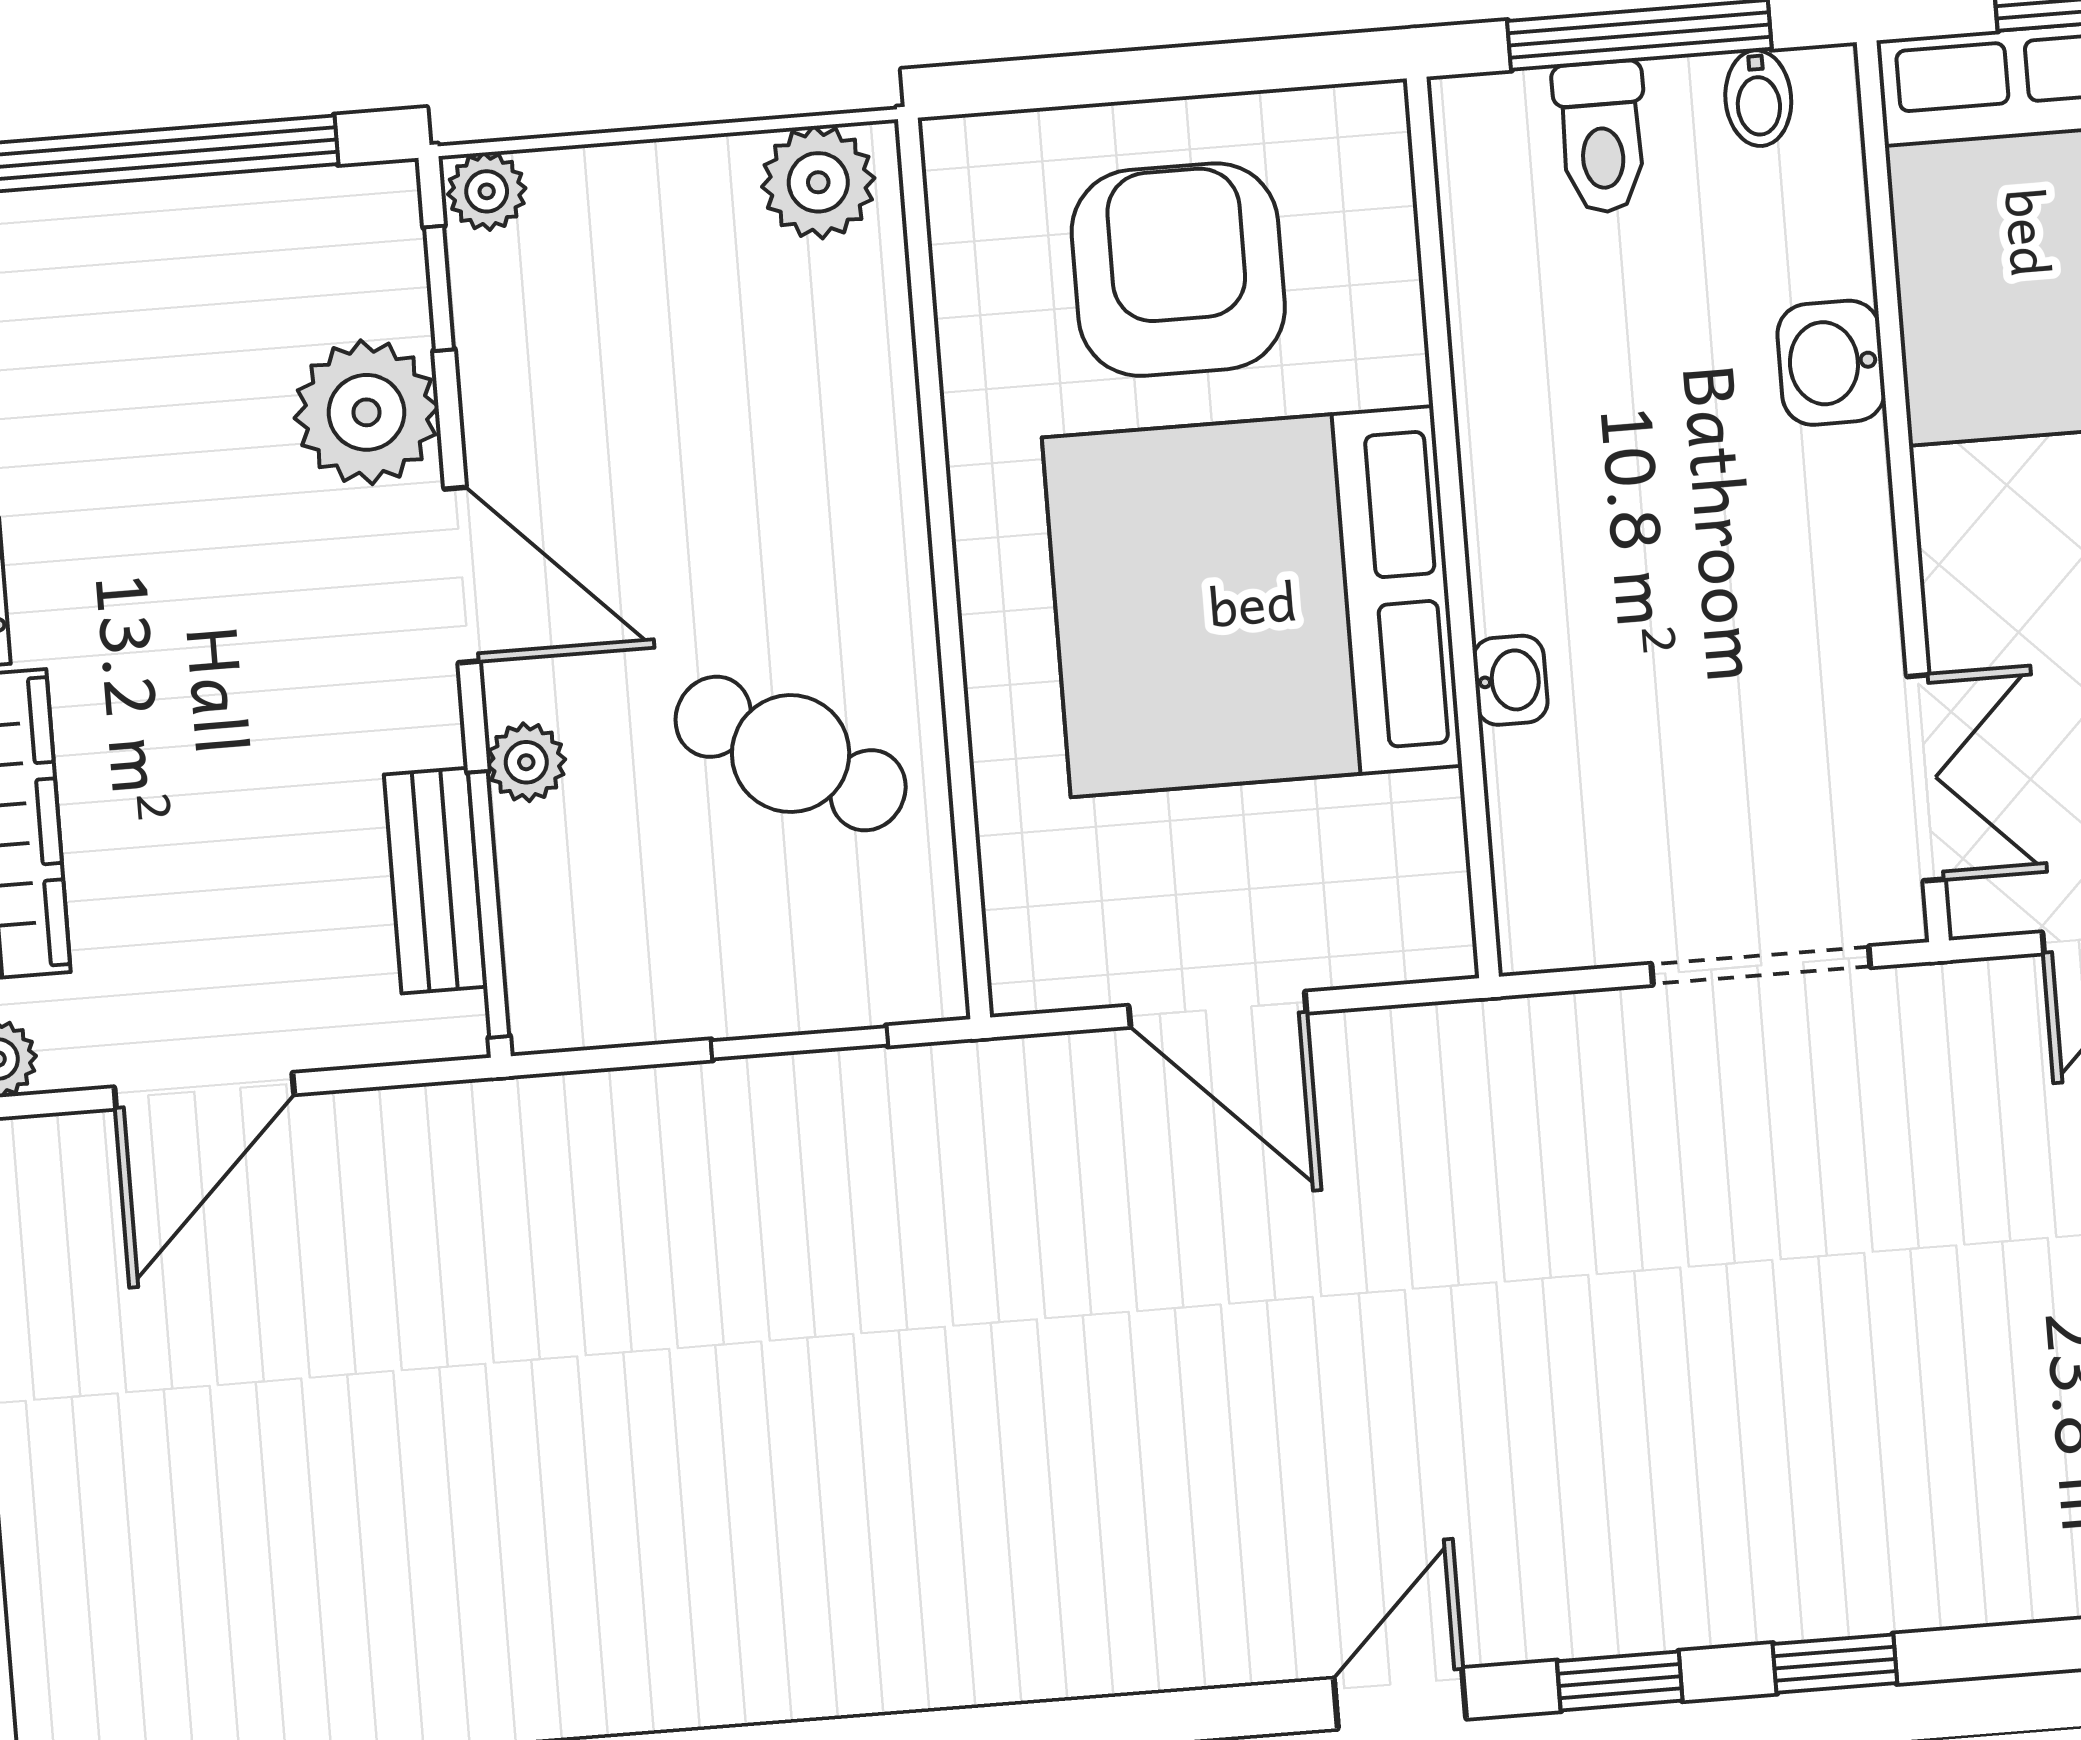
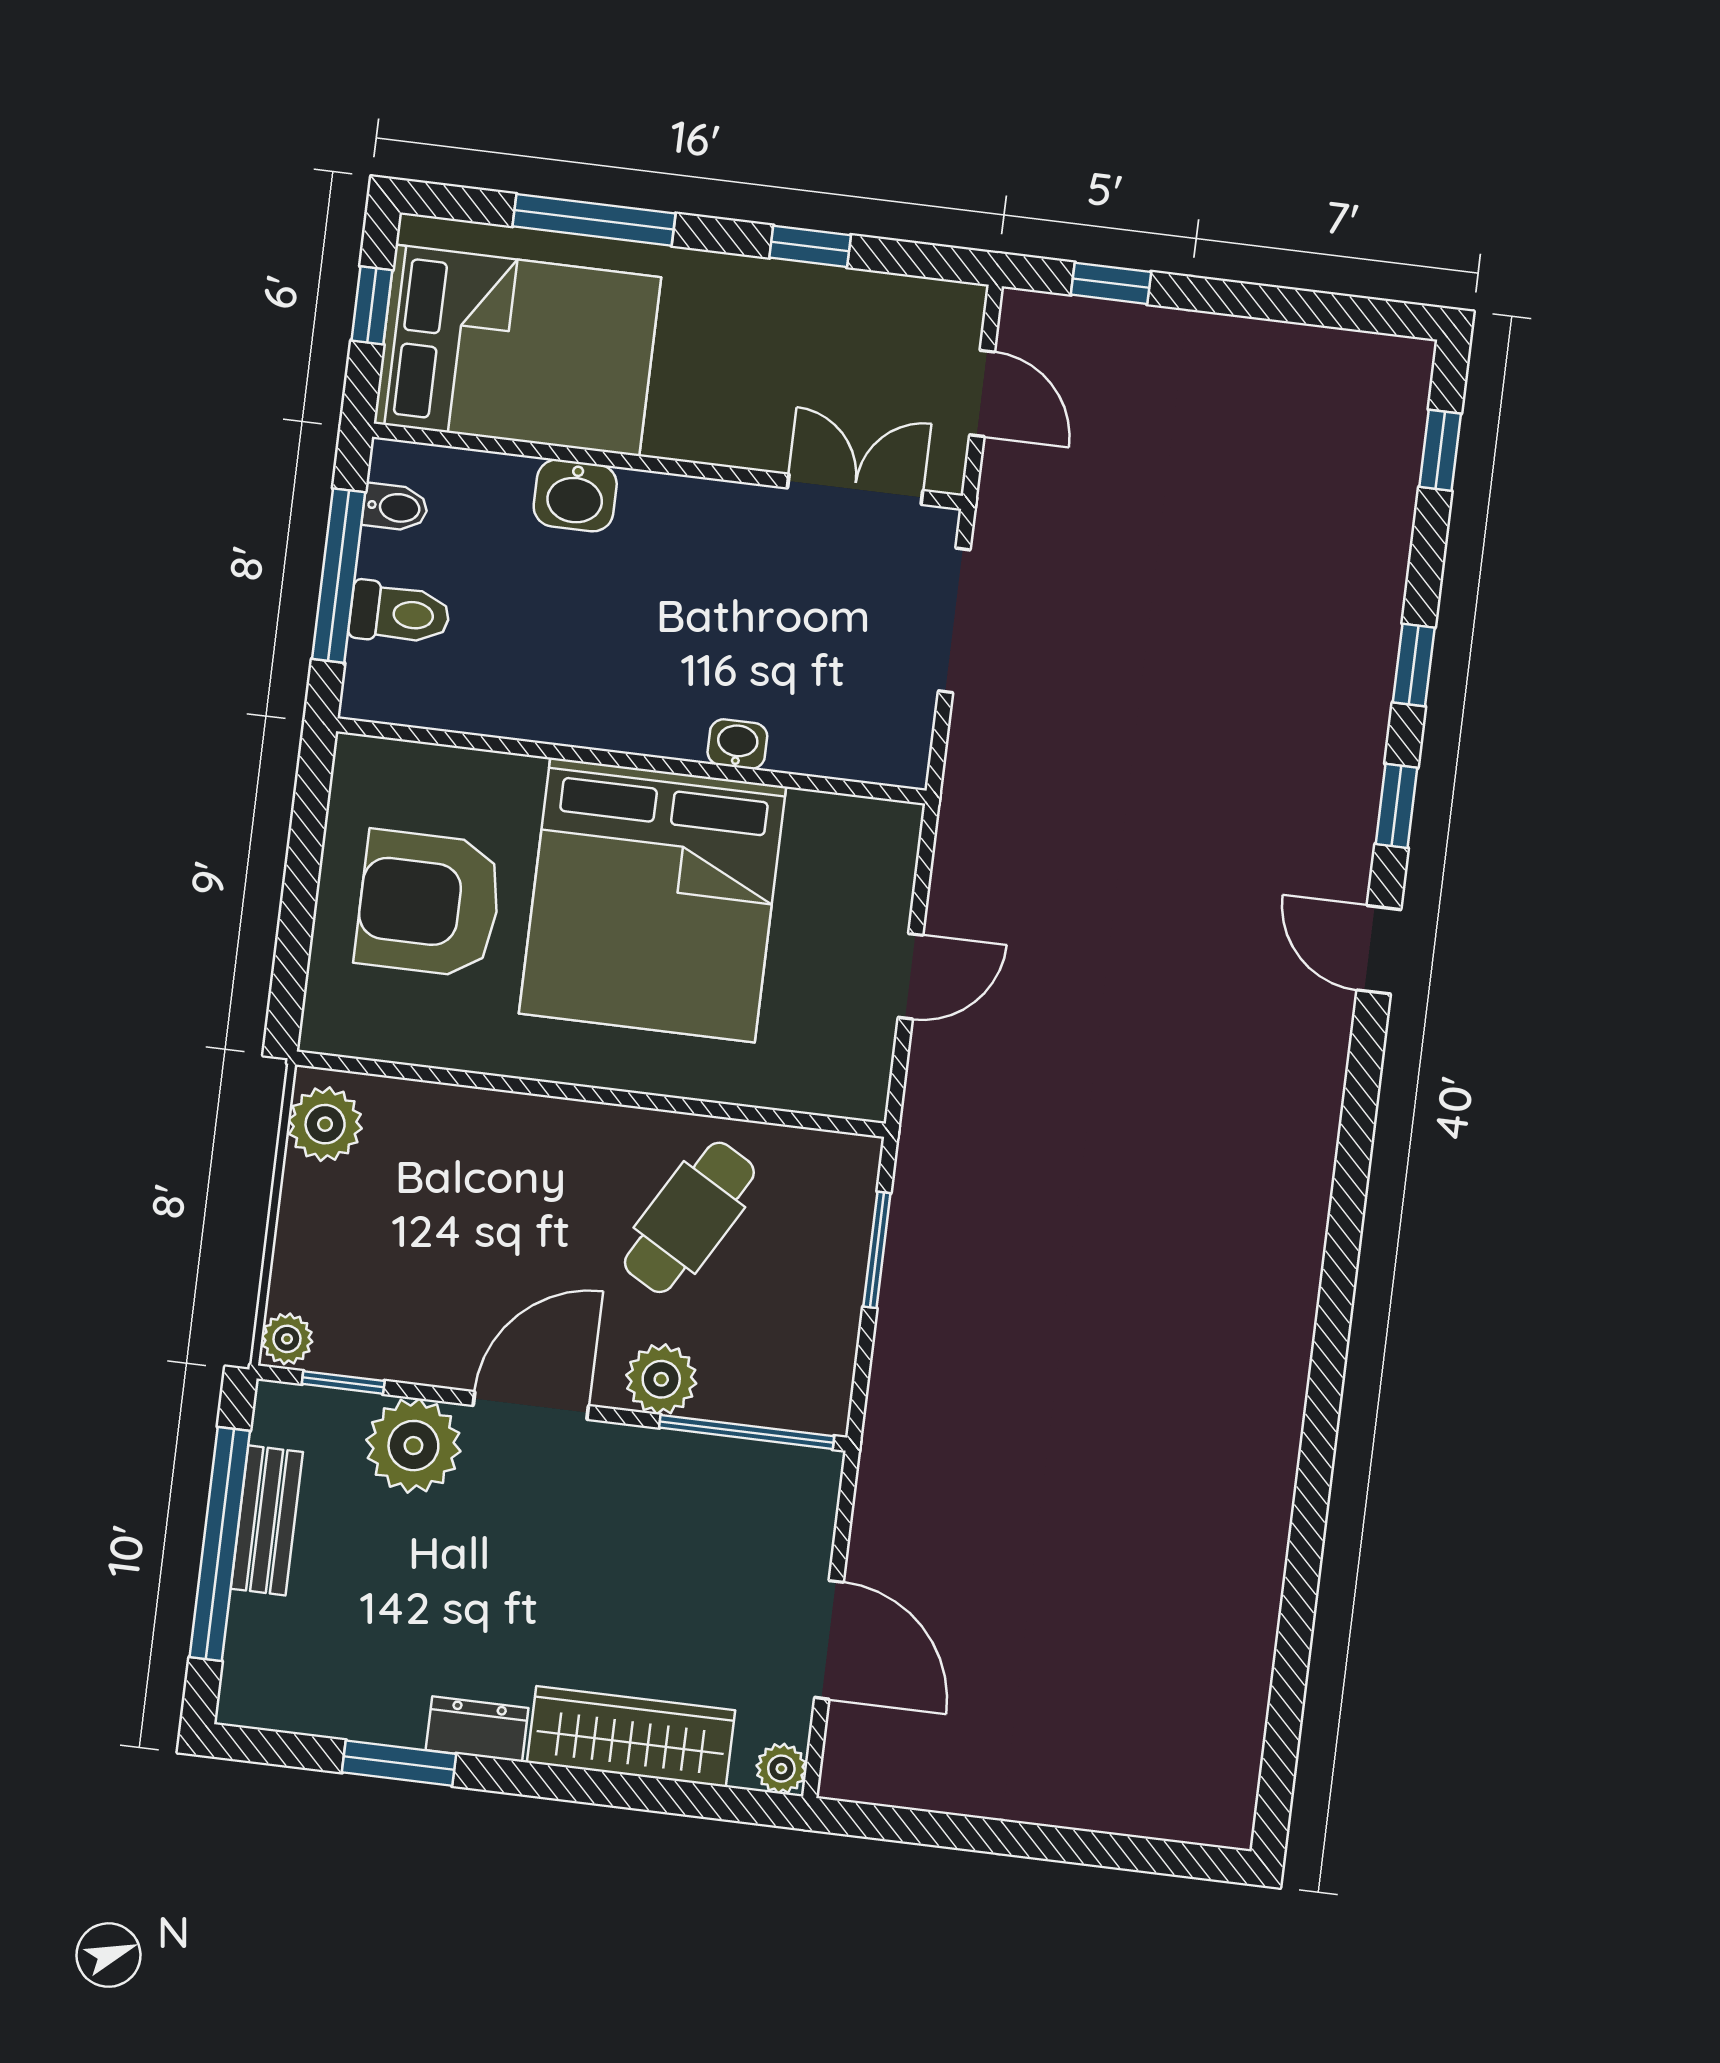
plant: (526, 762) -> (661, 1379), width x1.38, depth x1.38
bench: (435, 881) -> (267, 1520), moved, turned 90
door: (1218, 1009) -> (911, 976), width x0.73

